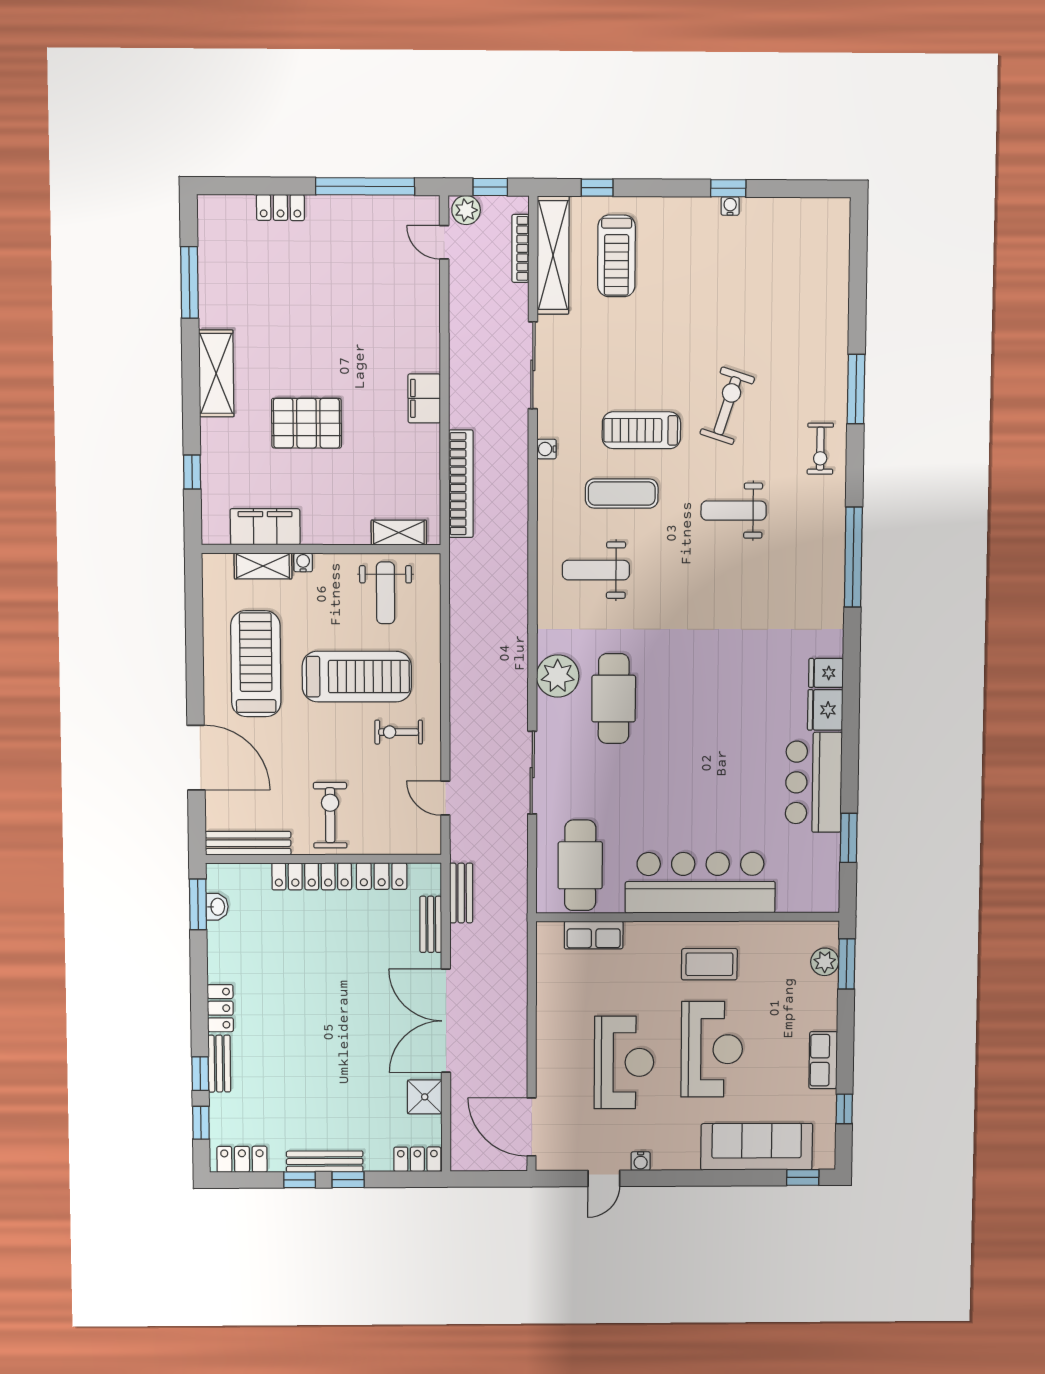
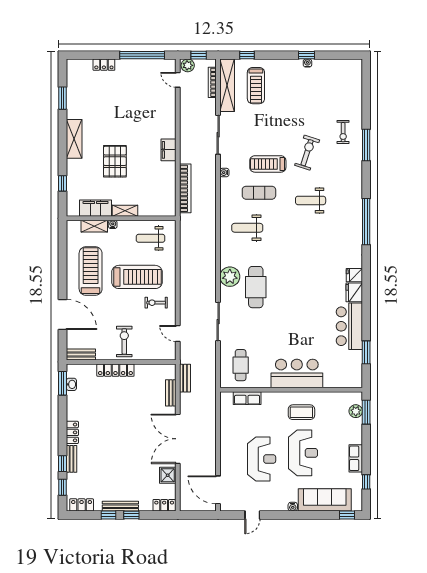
window: (189, 282) -> (62, 98), width x0.69
pallet: (307, 423) -> (115, 161), turned 90
exercise bike: (820, 449) -> (343, 132), moved
shelving: (399, 533) -> (125, 211), moved
weight bench: (386, 593) -> (150, 238), turned 90
bench: (248, 843) -> (81, 354), width x0.73
cafe table: (580, 865) -> (241, 365), width x0.73, depth x0.74
locker: (382, 876) -> (148, 370), removed
bar counter: (700, 883) -> (297, 373), width x0.73
water cooler: (641, 1161) -> (293, 507), moved

